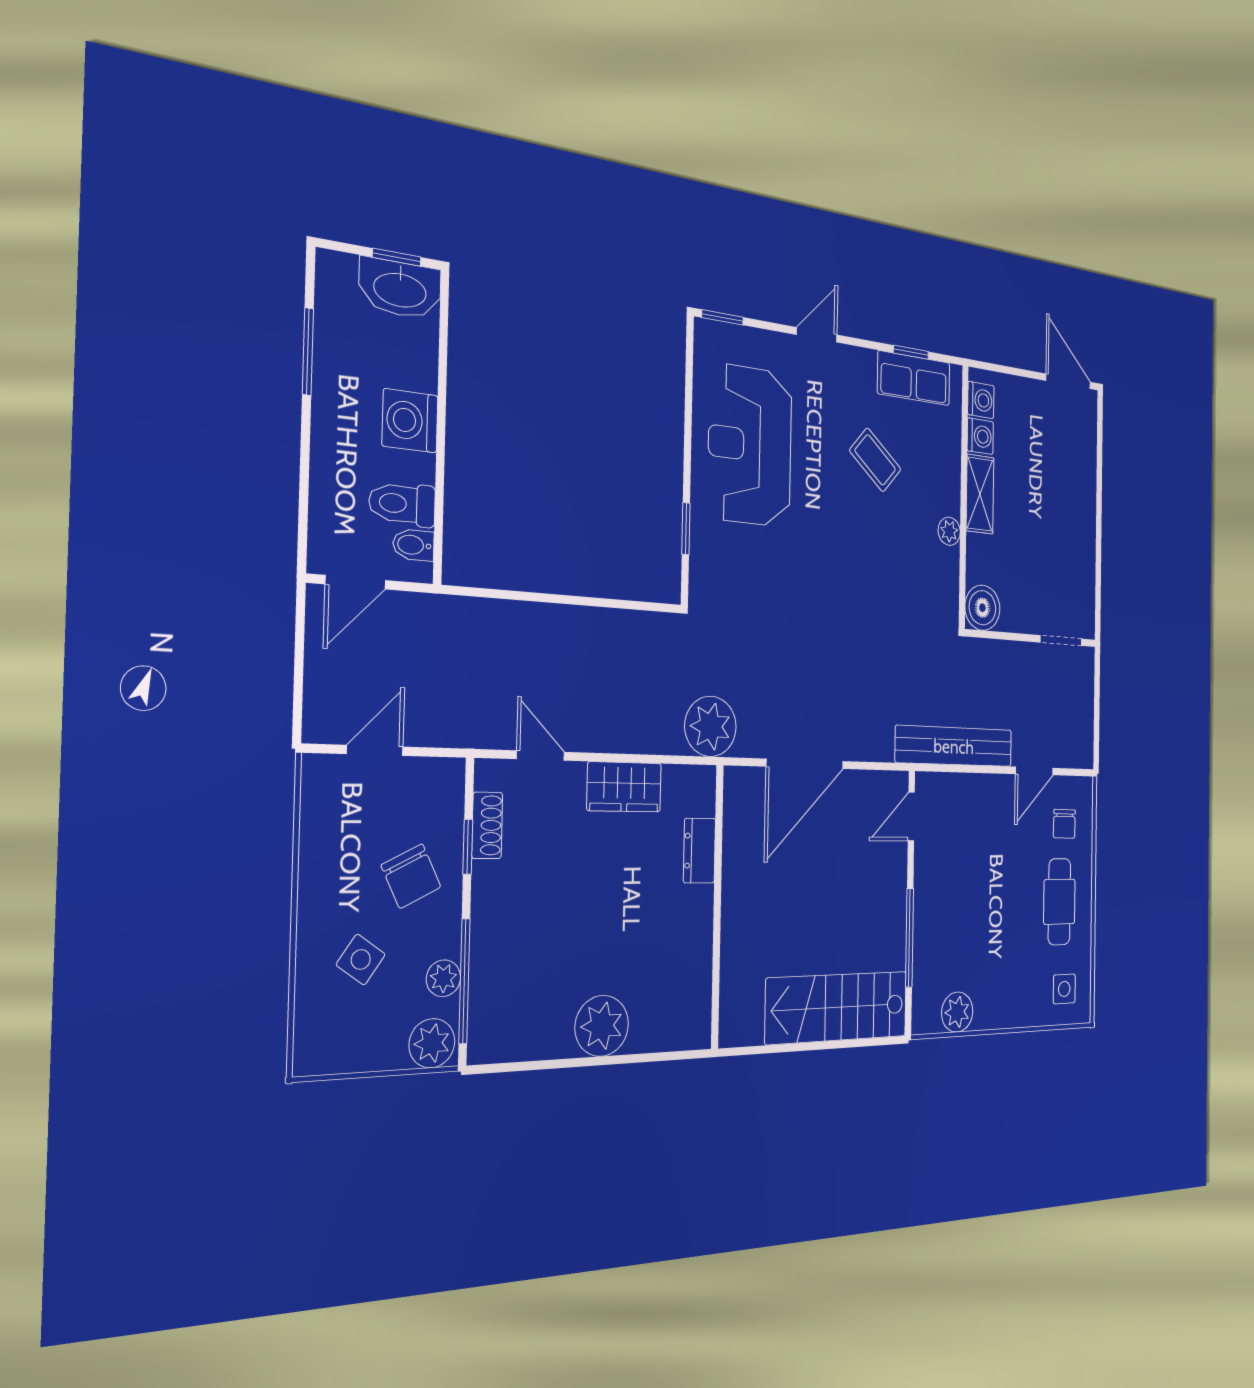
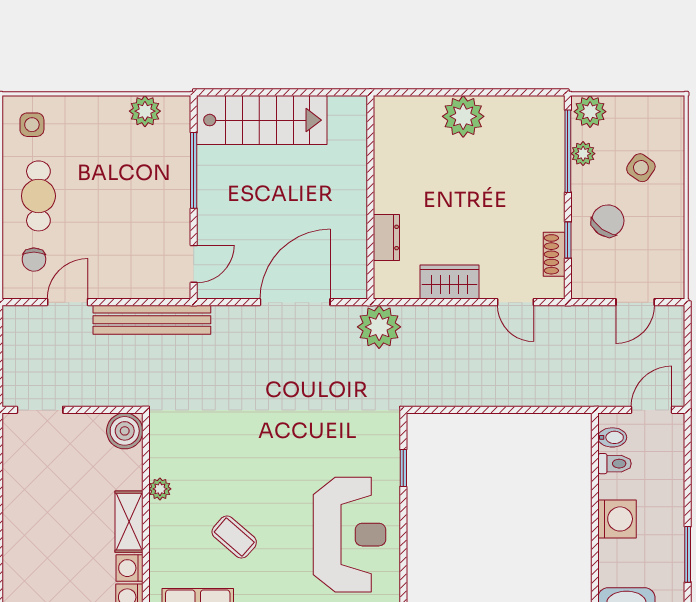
toilet: (402, 504) -> (615, 464), width x0.73, depth x0.72
chair: (1064, 824) -> (34, 260), turned 180
chair: (411, 876) -> (608, 221), turned 61

